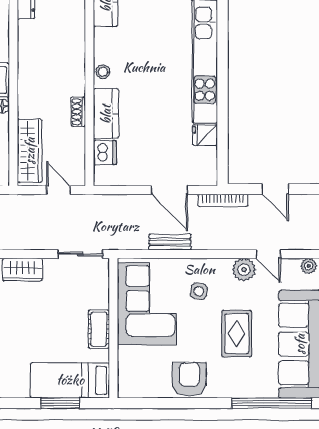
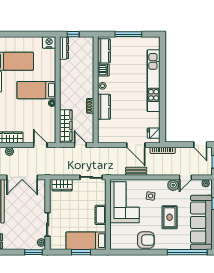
fridge: (205, 135) -> (154, 133), moved
dishwasher: (105, 153) -> (103, 70), moved
door: (275, 189) -> (200, 145), moved
door: (268, 254) -> (185, 177), hinge flipped
armchair: (189, 379) -> (146, 240), turned 90

